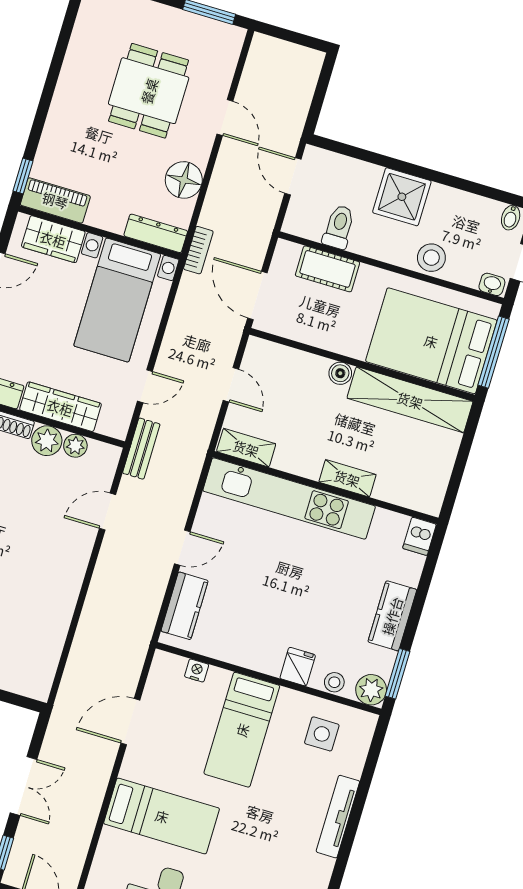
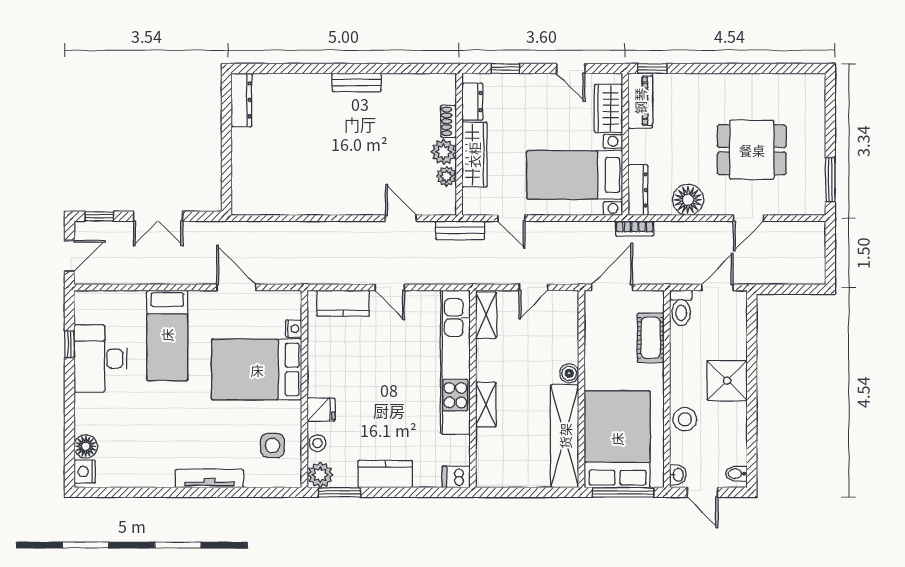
toilet: (339, 227) -> (681, 308), moved, turned 90
bed: (242, 730) -> (257, 370), width x1.50

